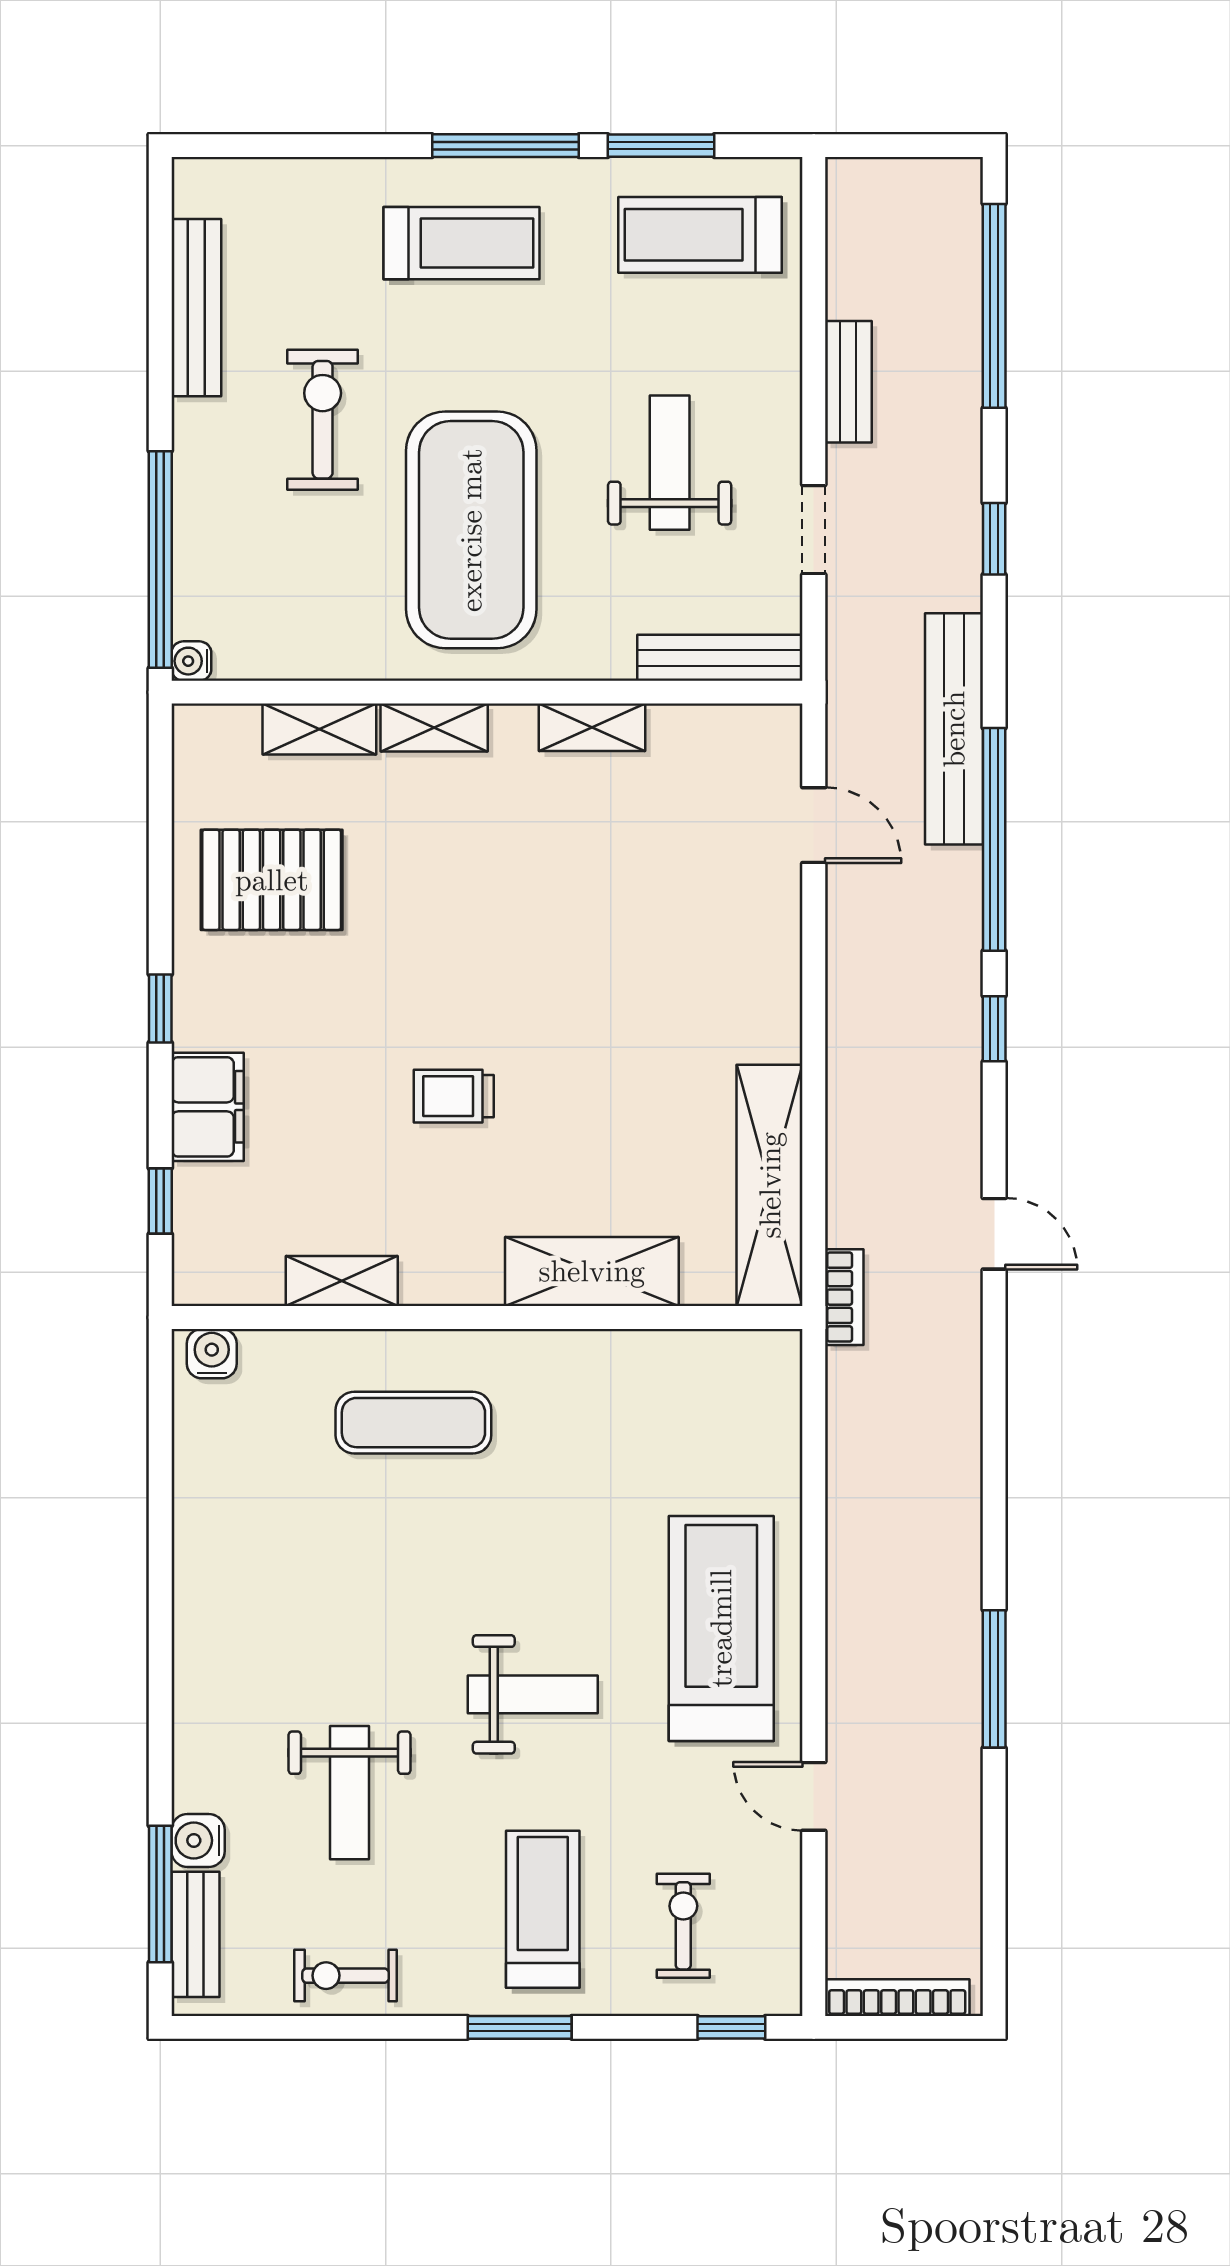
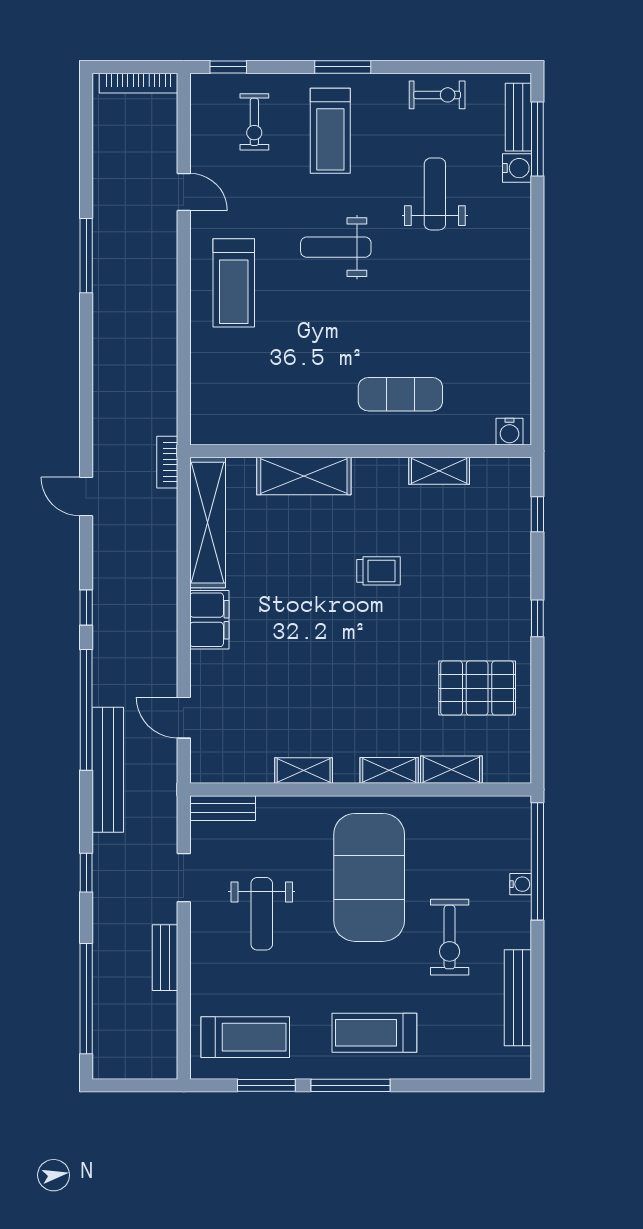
bench: (720, 658) -> (223, 808), width x0.73
water cooler: (191, 661) -> (521, 884), moved
filing cabinet: (208, 1107) -> (209, 620), moved, turned 180
treadmill: (721, 1628) -> (234, 283), width x0.73, depth x0.73

